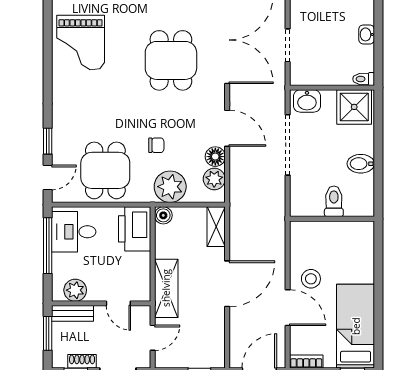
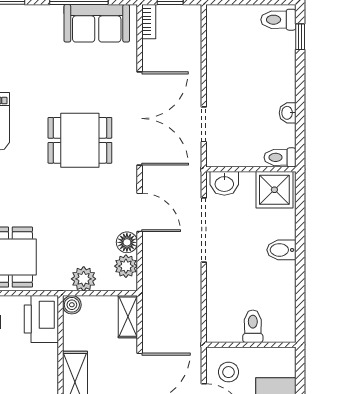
dining table: (171, 60) -> (80, 140), turned 90
toilet: (364, 79) -> (280, 157), width x1.37, depth x1.39
chair: (156, 145) -> (64, 230), removed
plant: (170, 187) -> (84, 279), width x0.73, depth x0.73
toilet: (334, 201) -> (253, 326), moved
wall: (332, 219) -> (251, 345), moved

